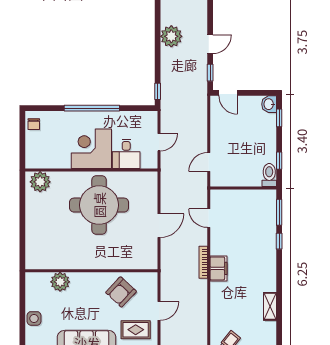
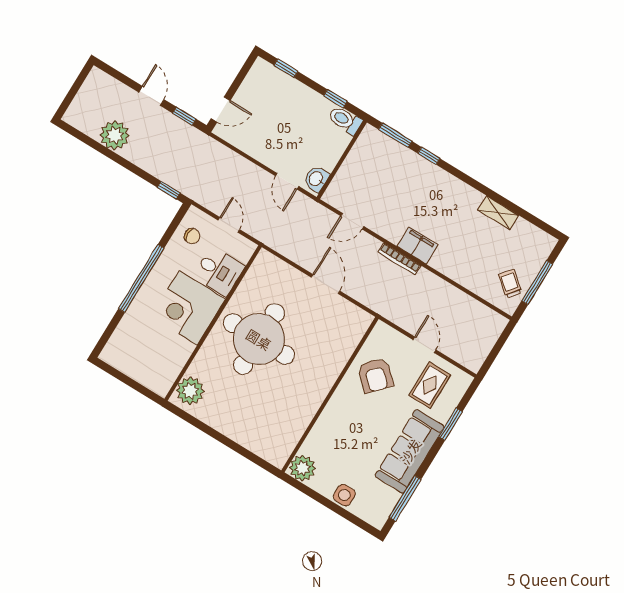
washbasin: (269, 104) -> (316, 179), moved, turned 90
chair: (34, 124) -> (192, 236), moved
plant: (60, 282) -> (302, 468), moved

